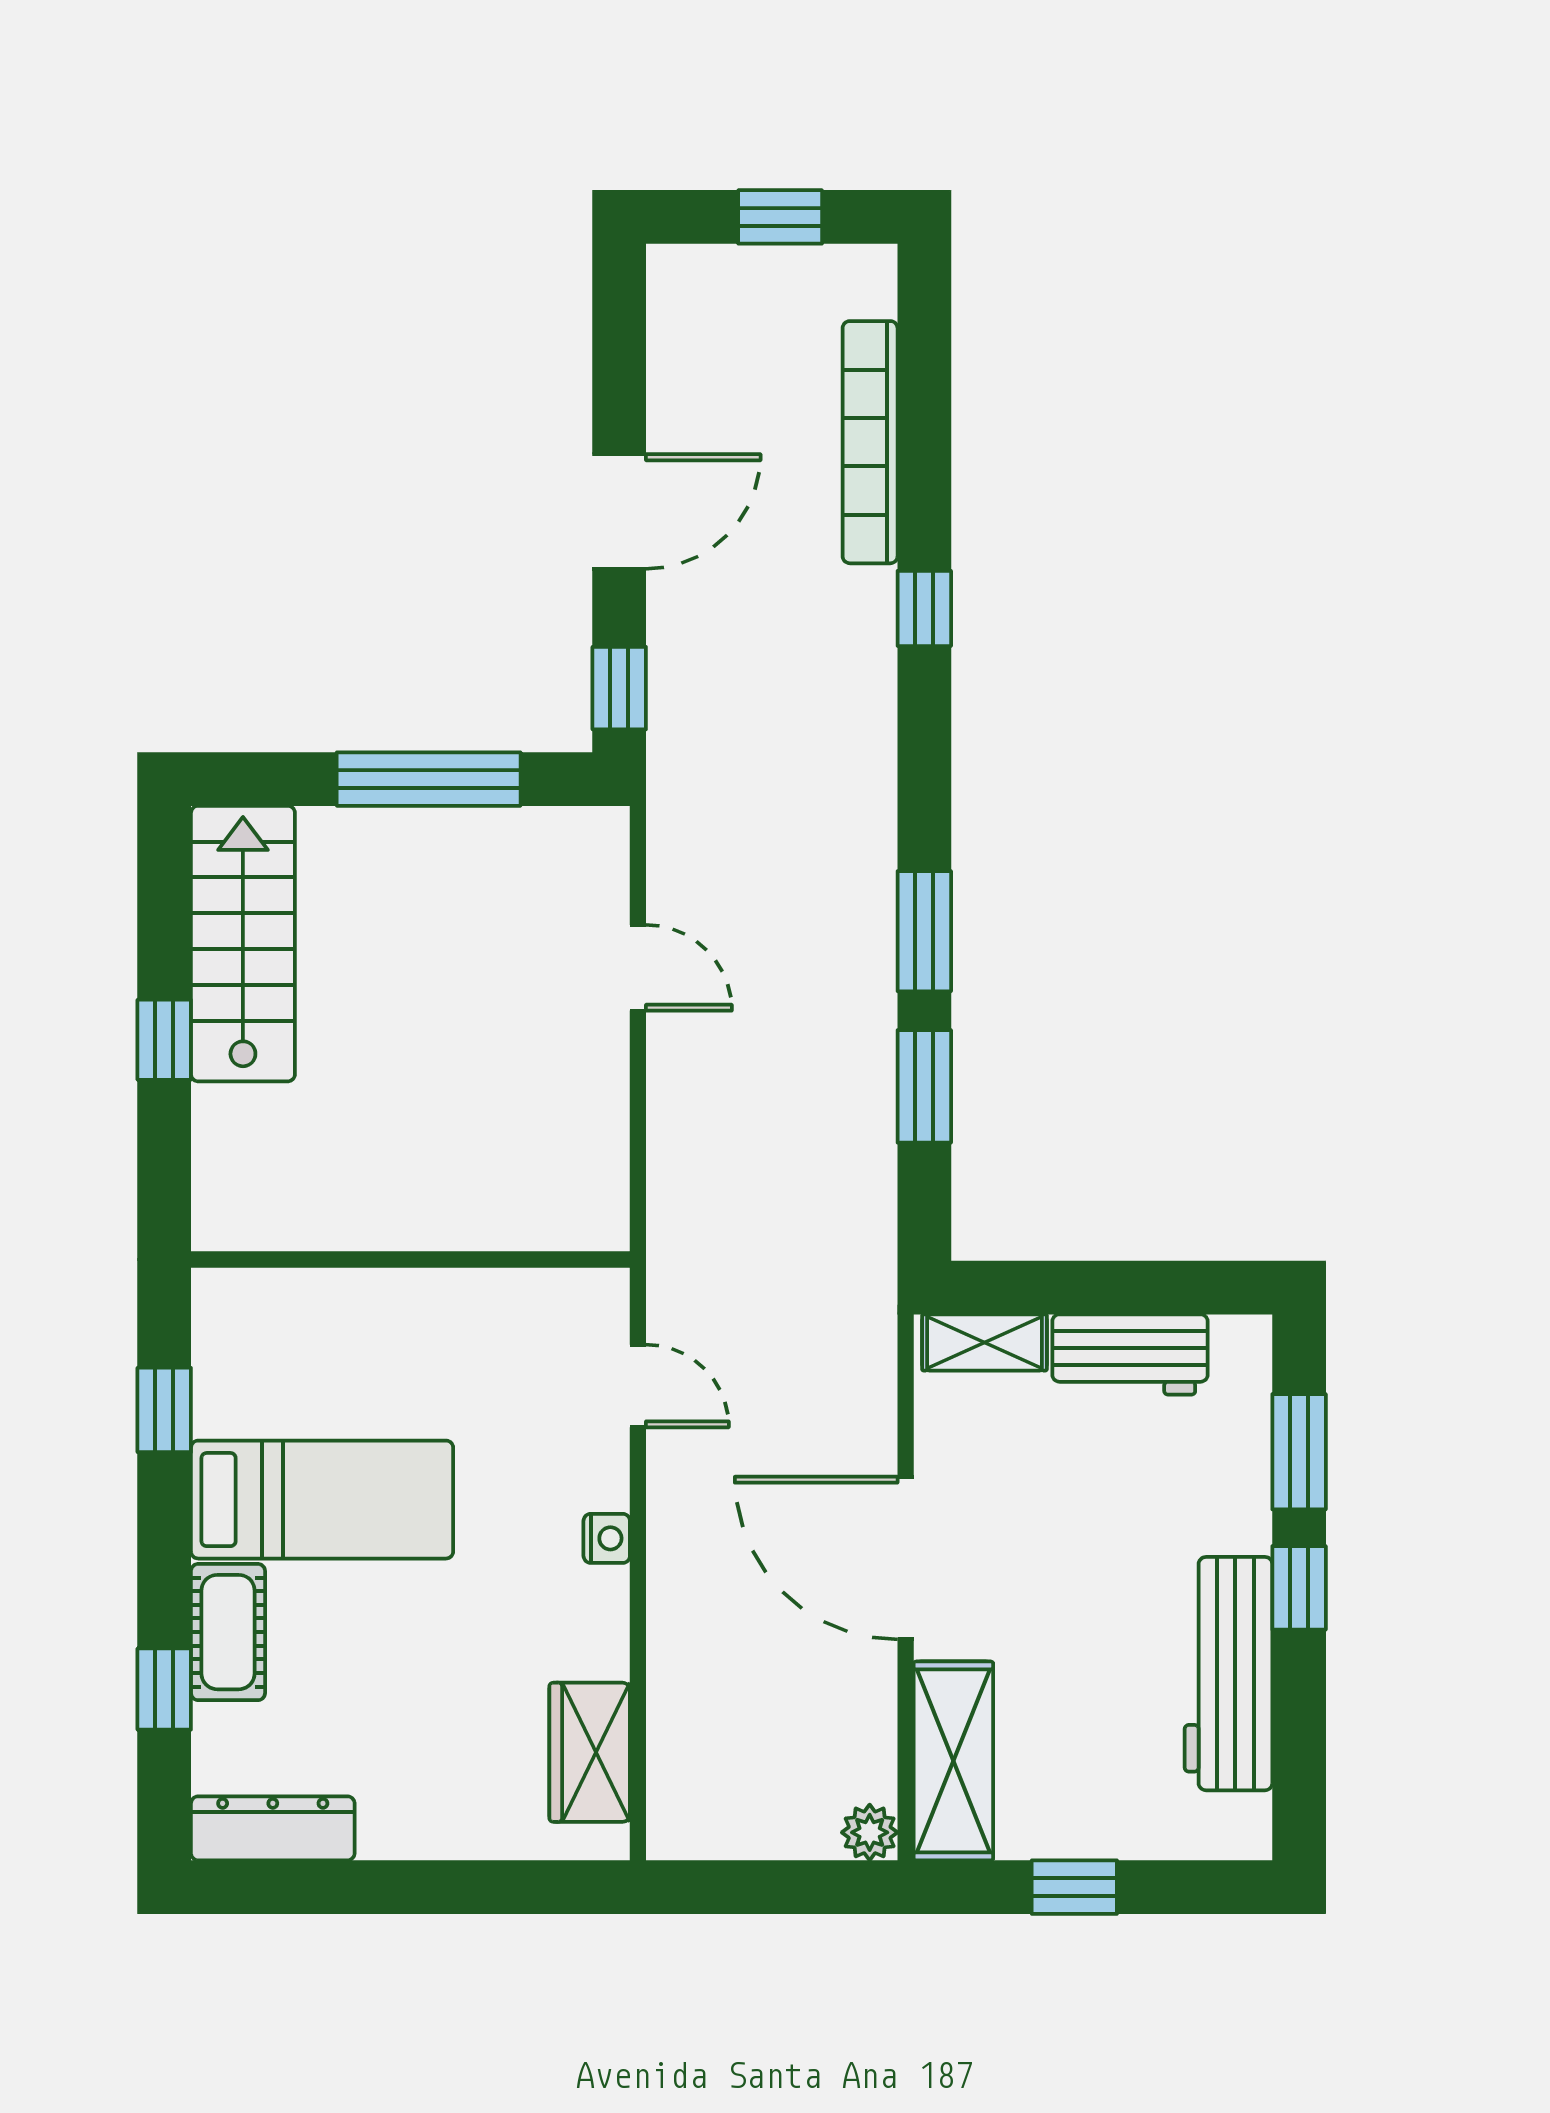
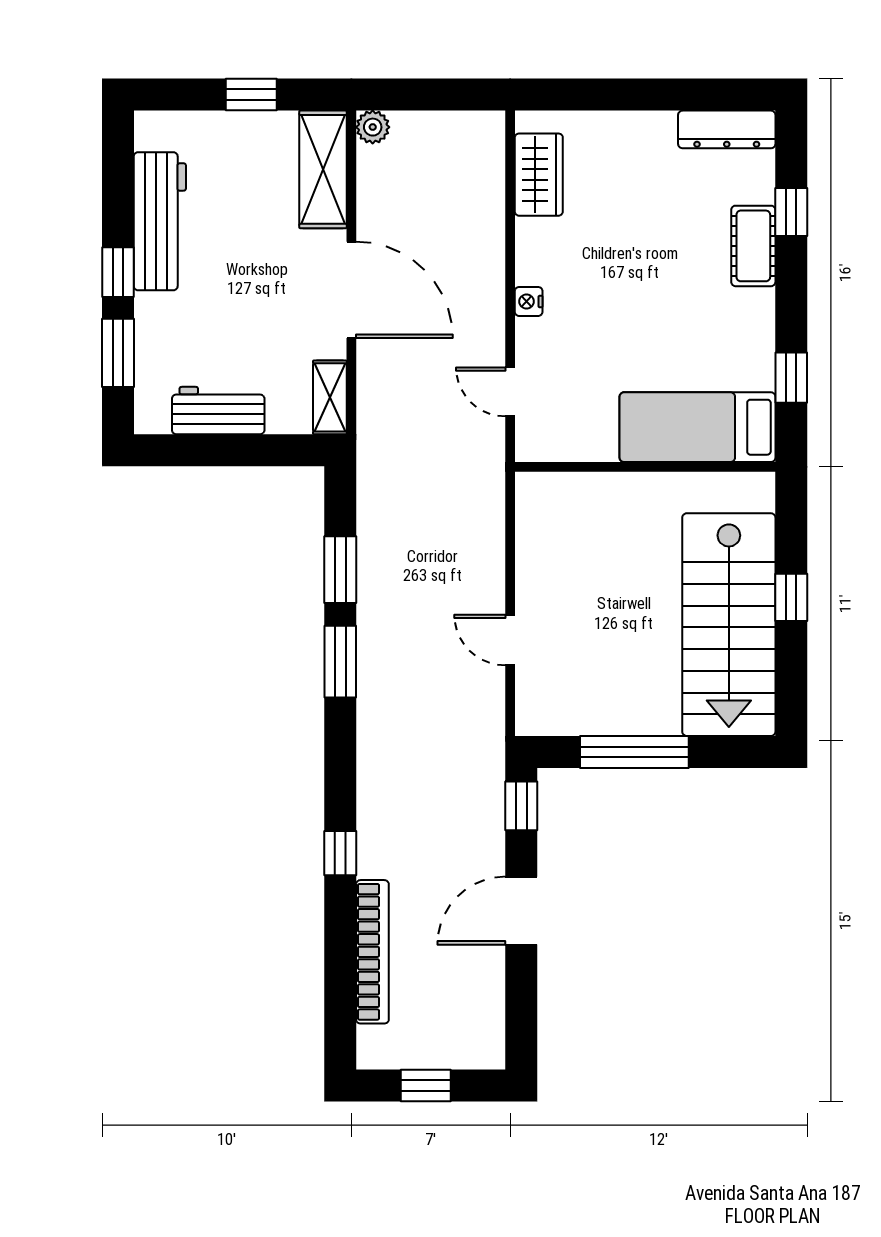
stairs: (243, 944) -> (729, 625), width x1.36, depth x1.51
shelving: (984, 1342) -> (330, 397), moved, turned 90
bed: (322, 1500) -> (698, 427), moved

